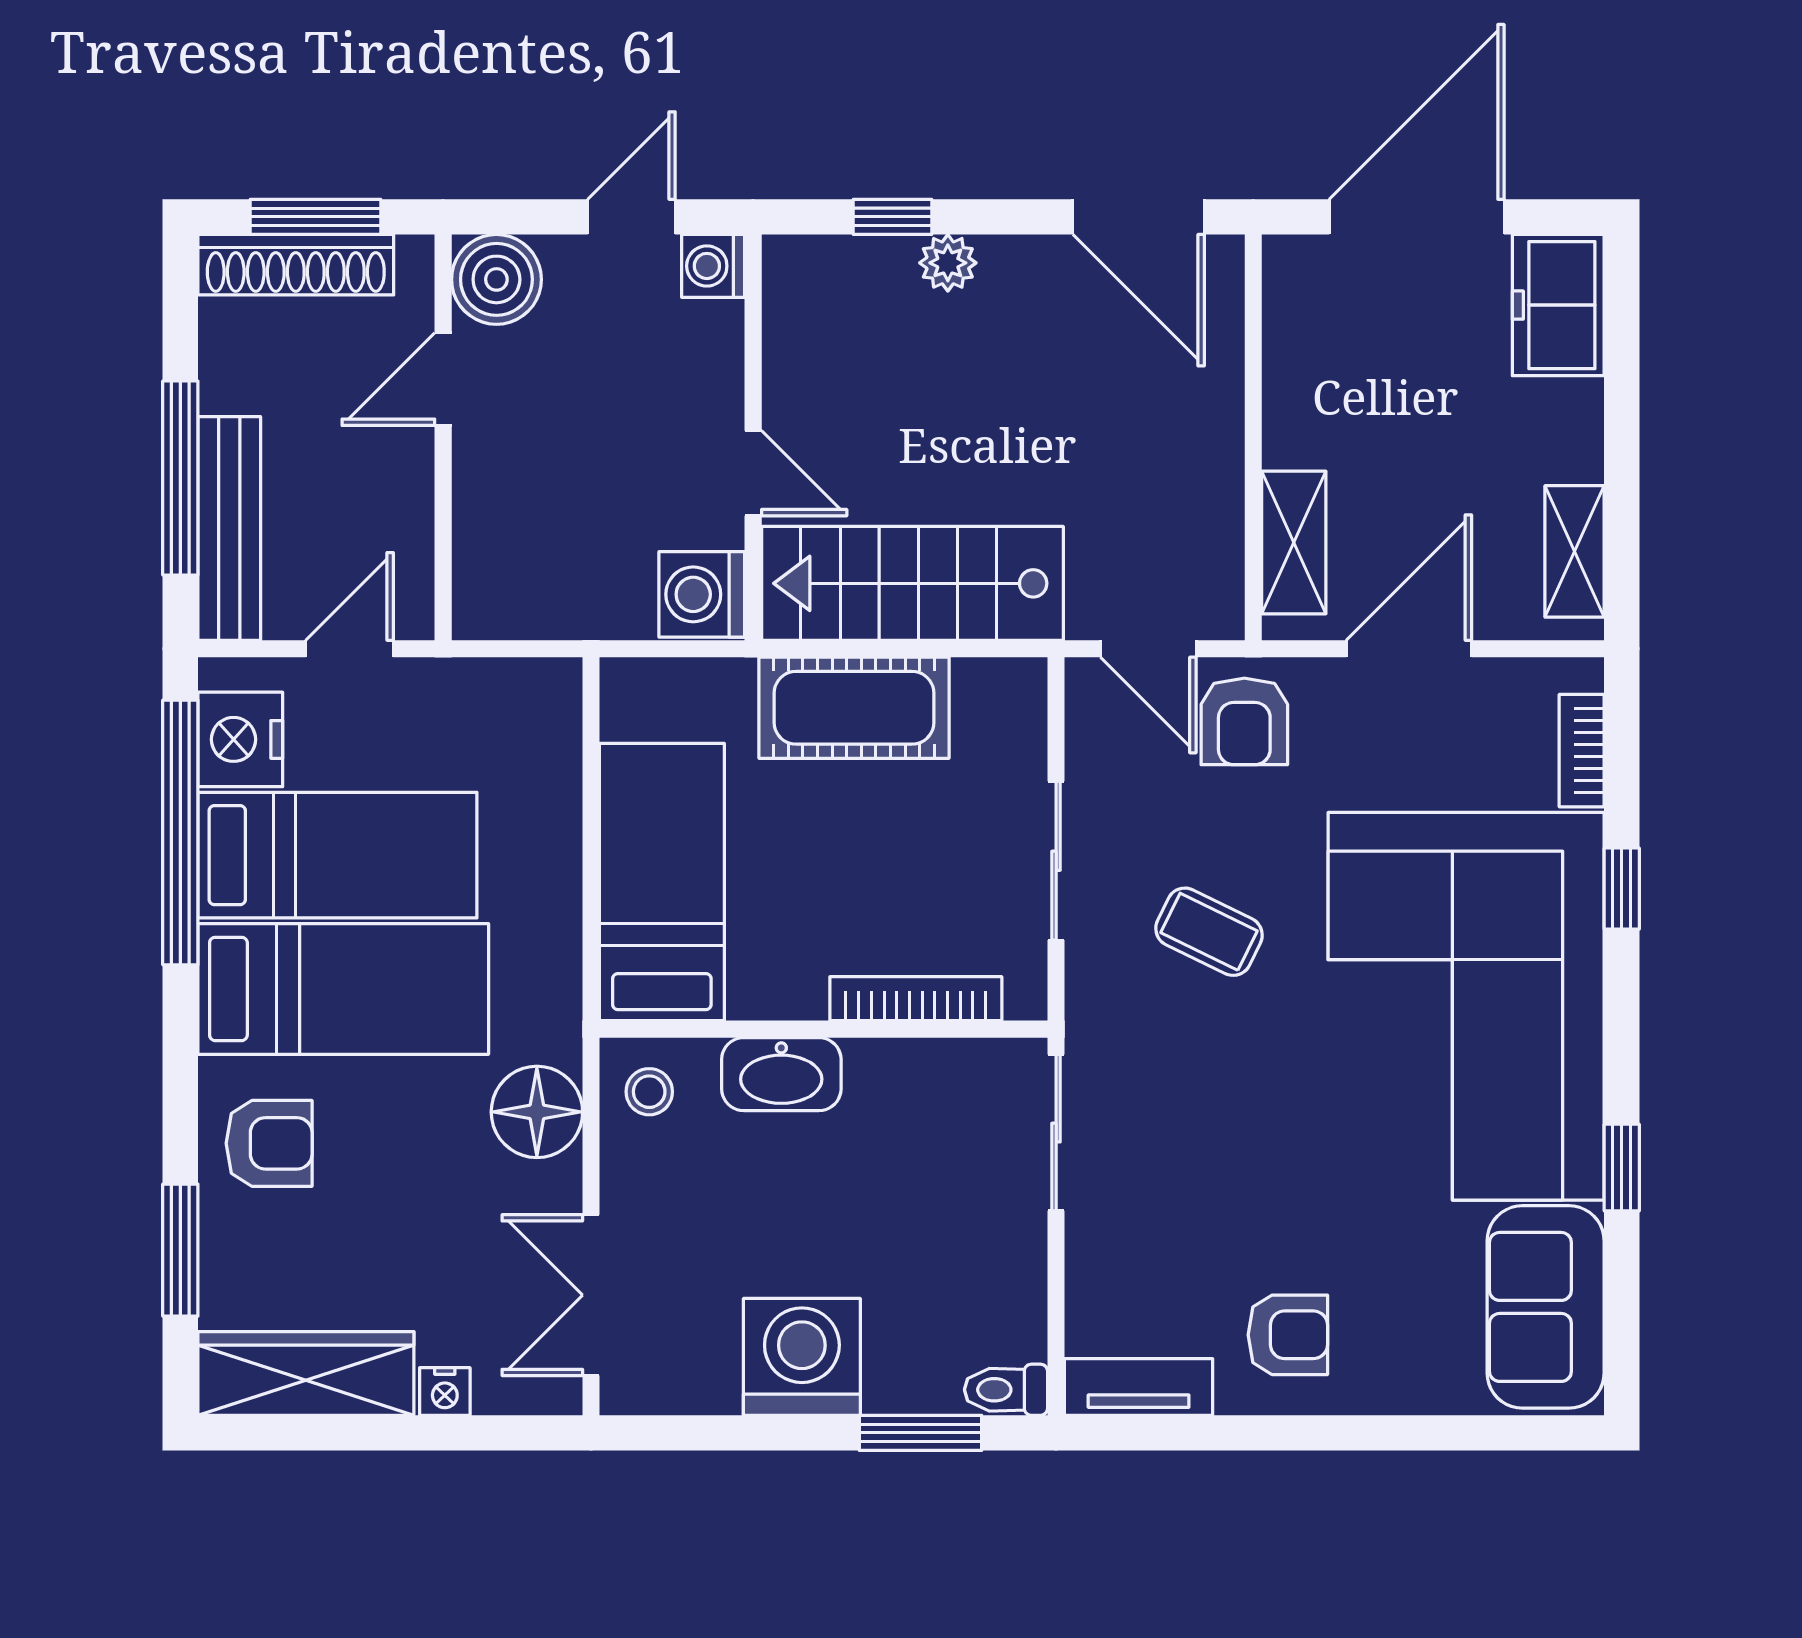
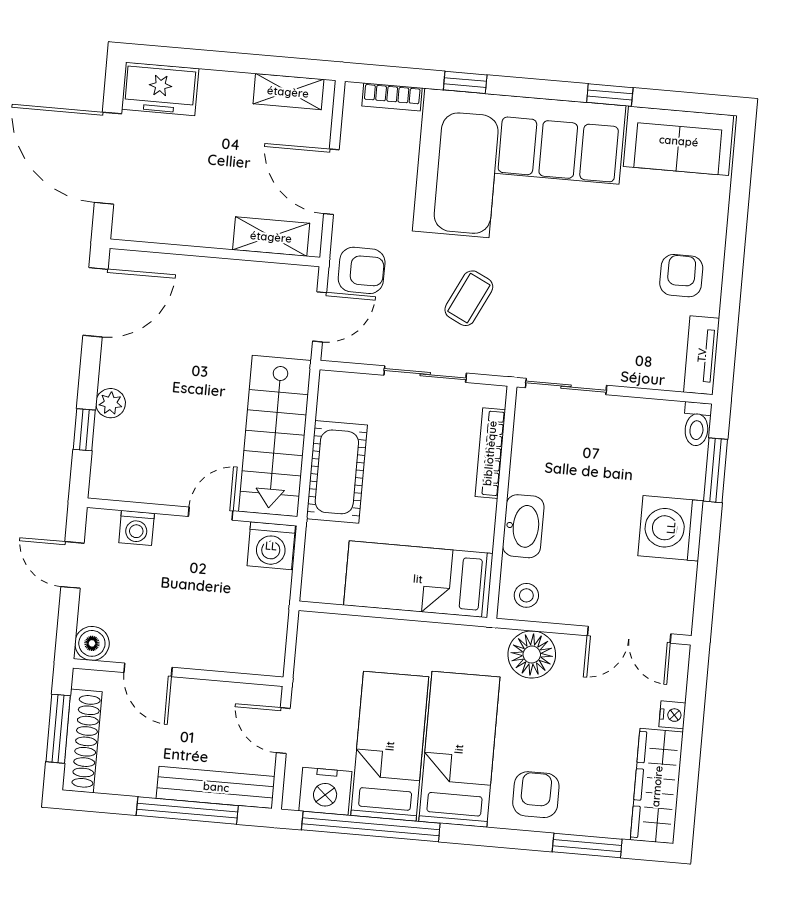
washing machine: (713, 266) -> (137, 528), moved
boiler: (496, 279) -> (92, 643), width x0.73, depth x0.73

